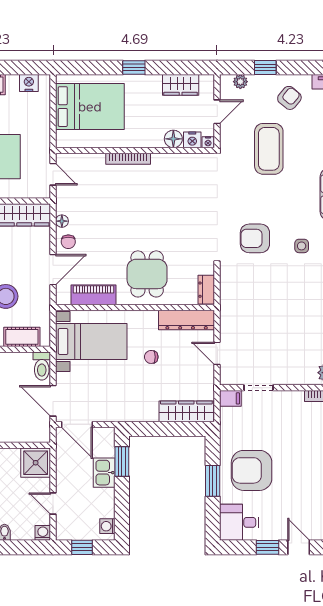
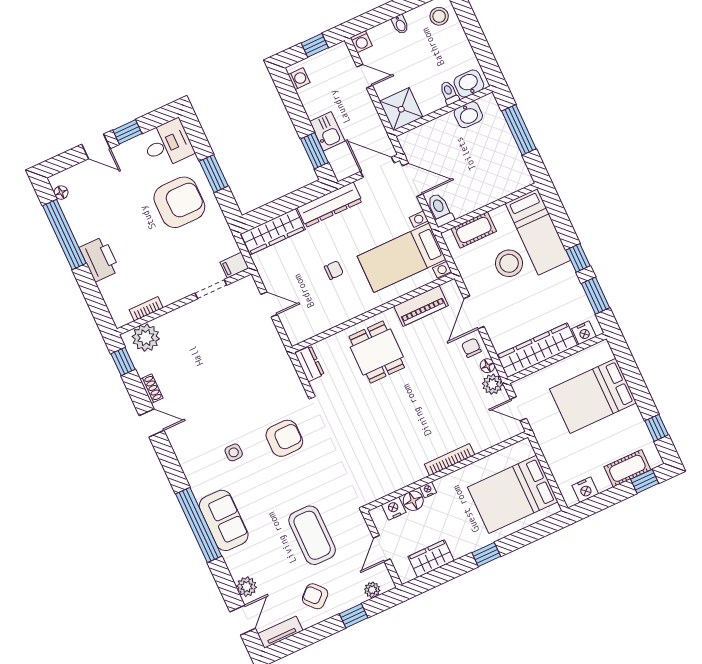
armchair: (289, 98) -> (315, 596), turned 97
nightstand: (208, 142) -> (428, 490), moved
plant: (65, 204) -> (492, 384), added
dresser: (187, 320) -> (330, 205), moved, turned 180

